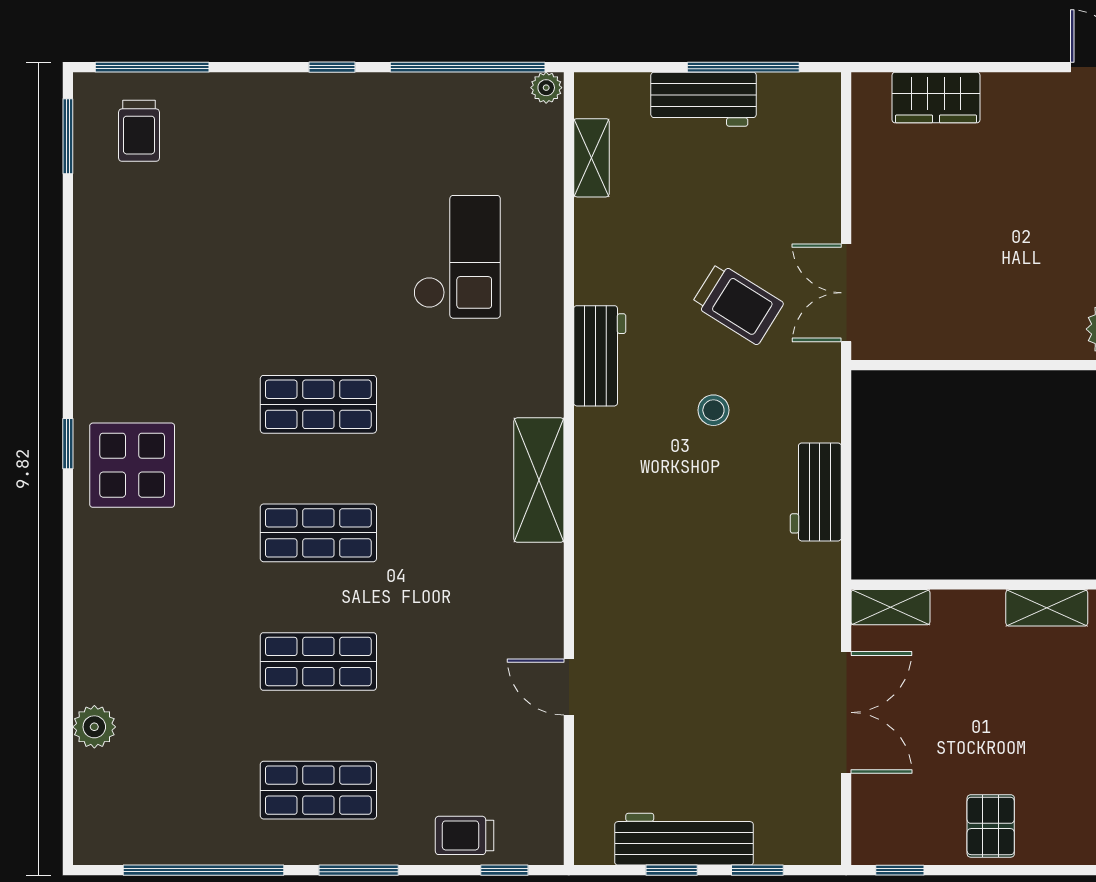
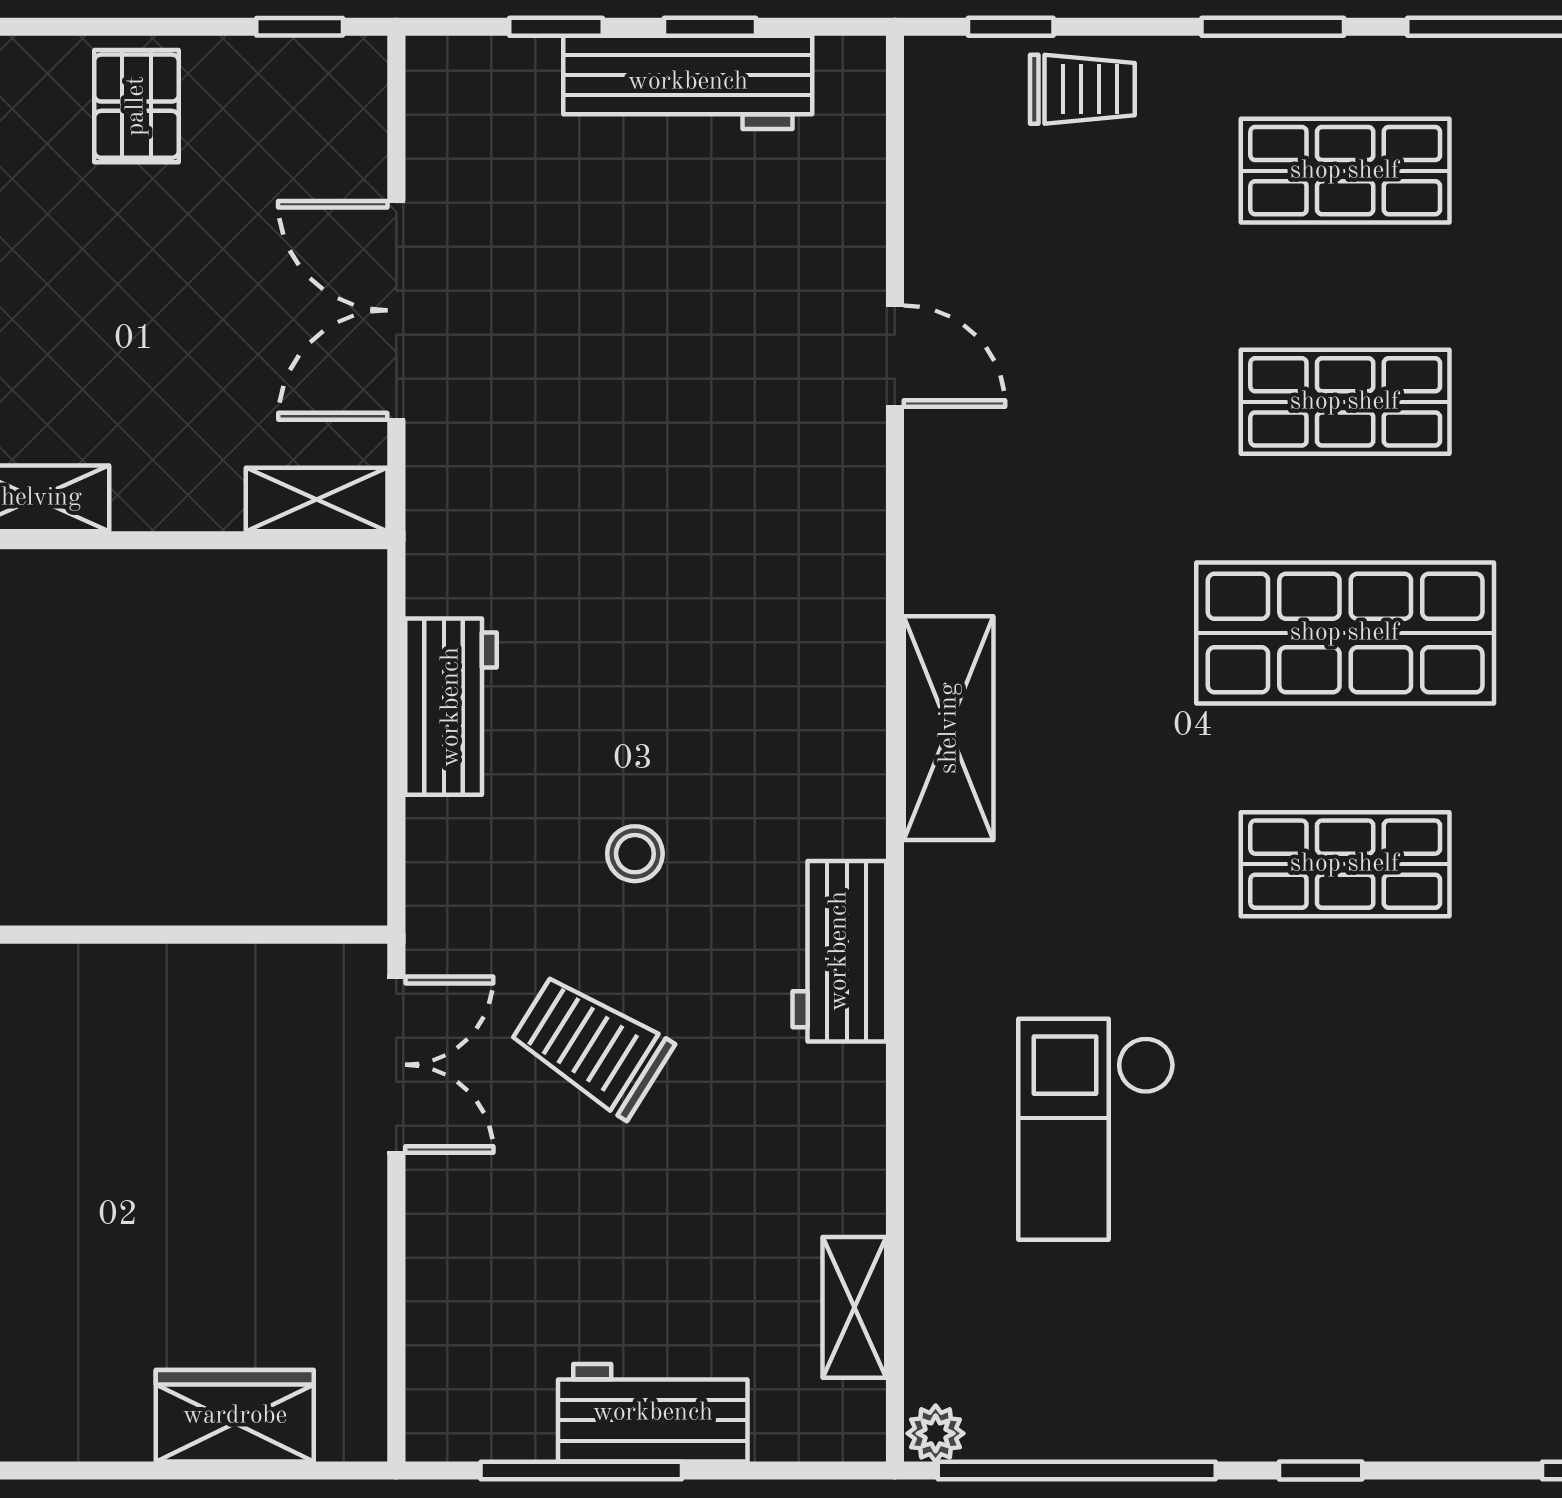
shop shelf: (318, 533) -> (1345, 633), width x1.43, depth x1.36

